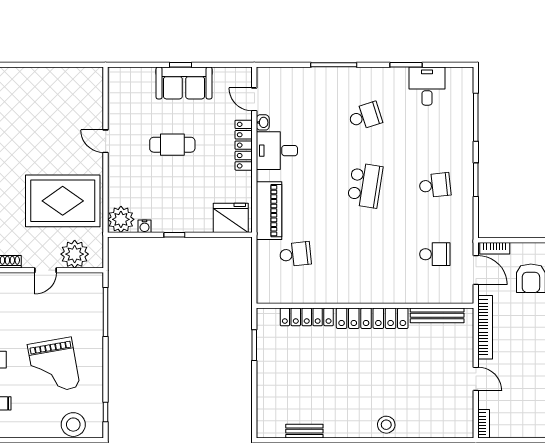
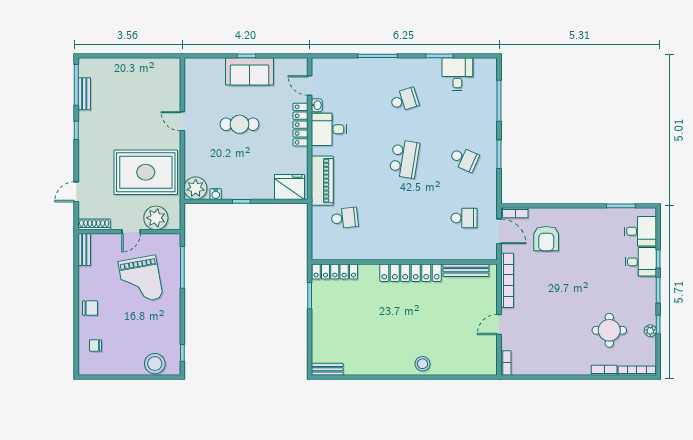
school desk: (435, 185) -> (464, 159), turned 30
locker: (307, 317) -> (335, 272), moved
grand piano: (54, 366) -> (140, 280), moved
door: (476, 379) -> (499, 325), swing flipped
bench: (304, 431) -> (327, 369), moved

